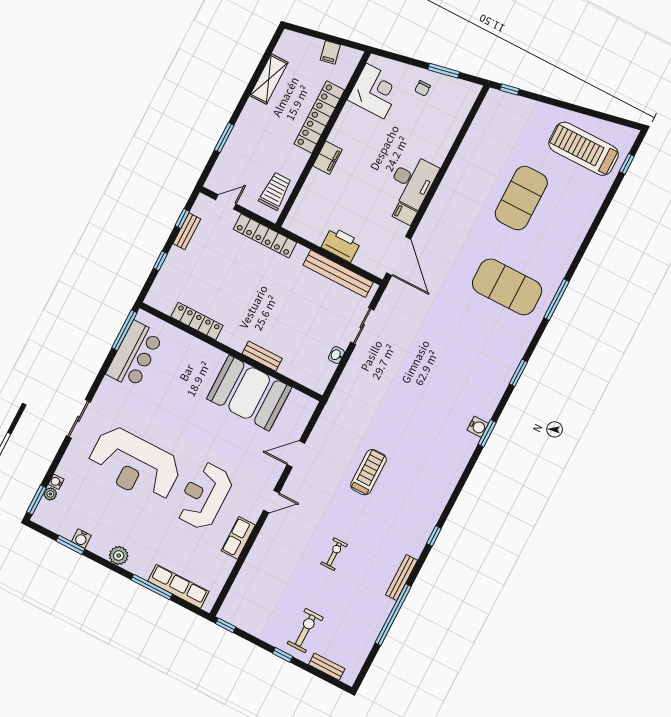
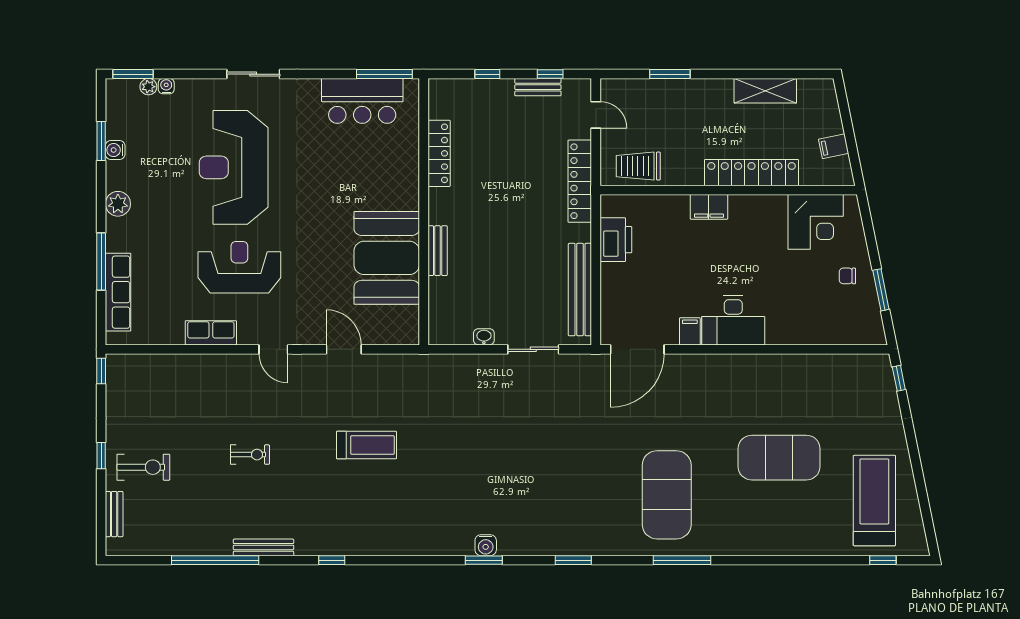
trolley: (275, 191) -> (638, 166), turned 180
printer: (341, 244) -> (616, 240), moved

